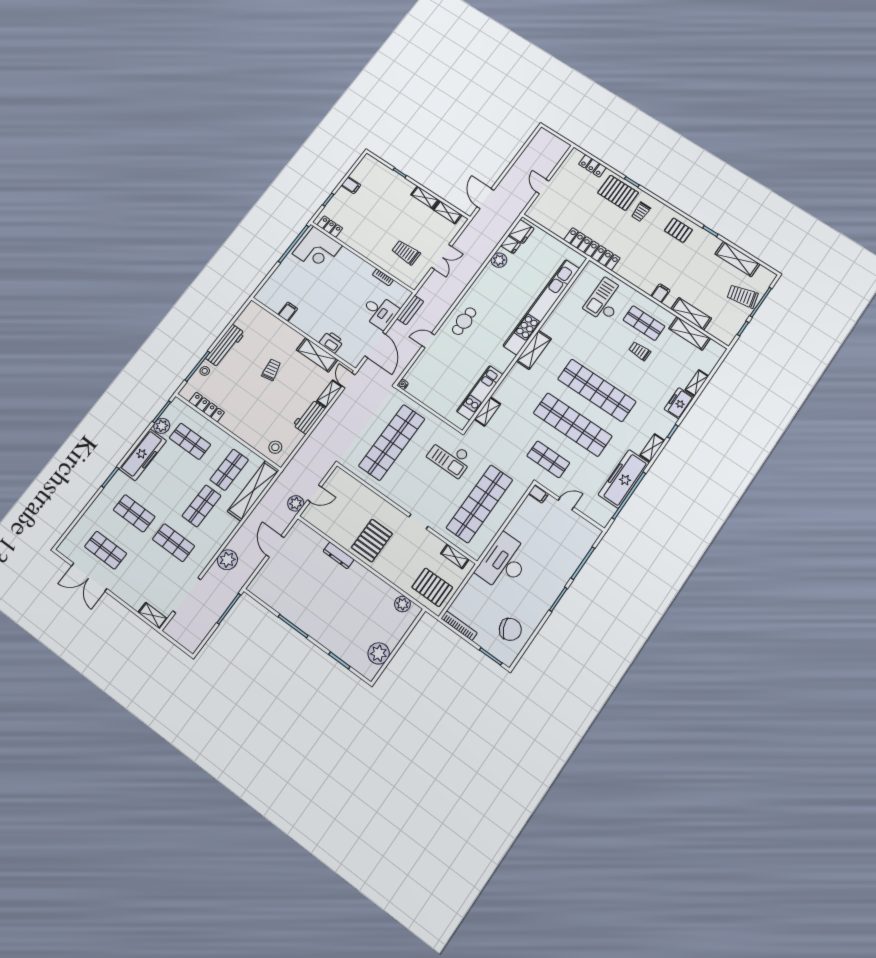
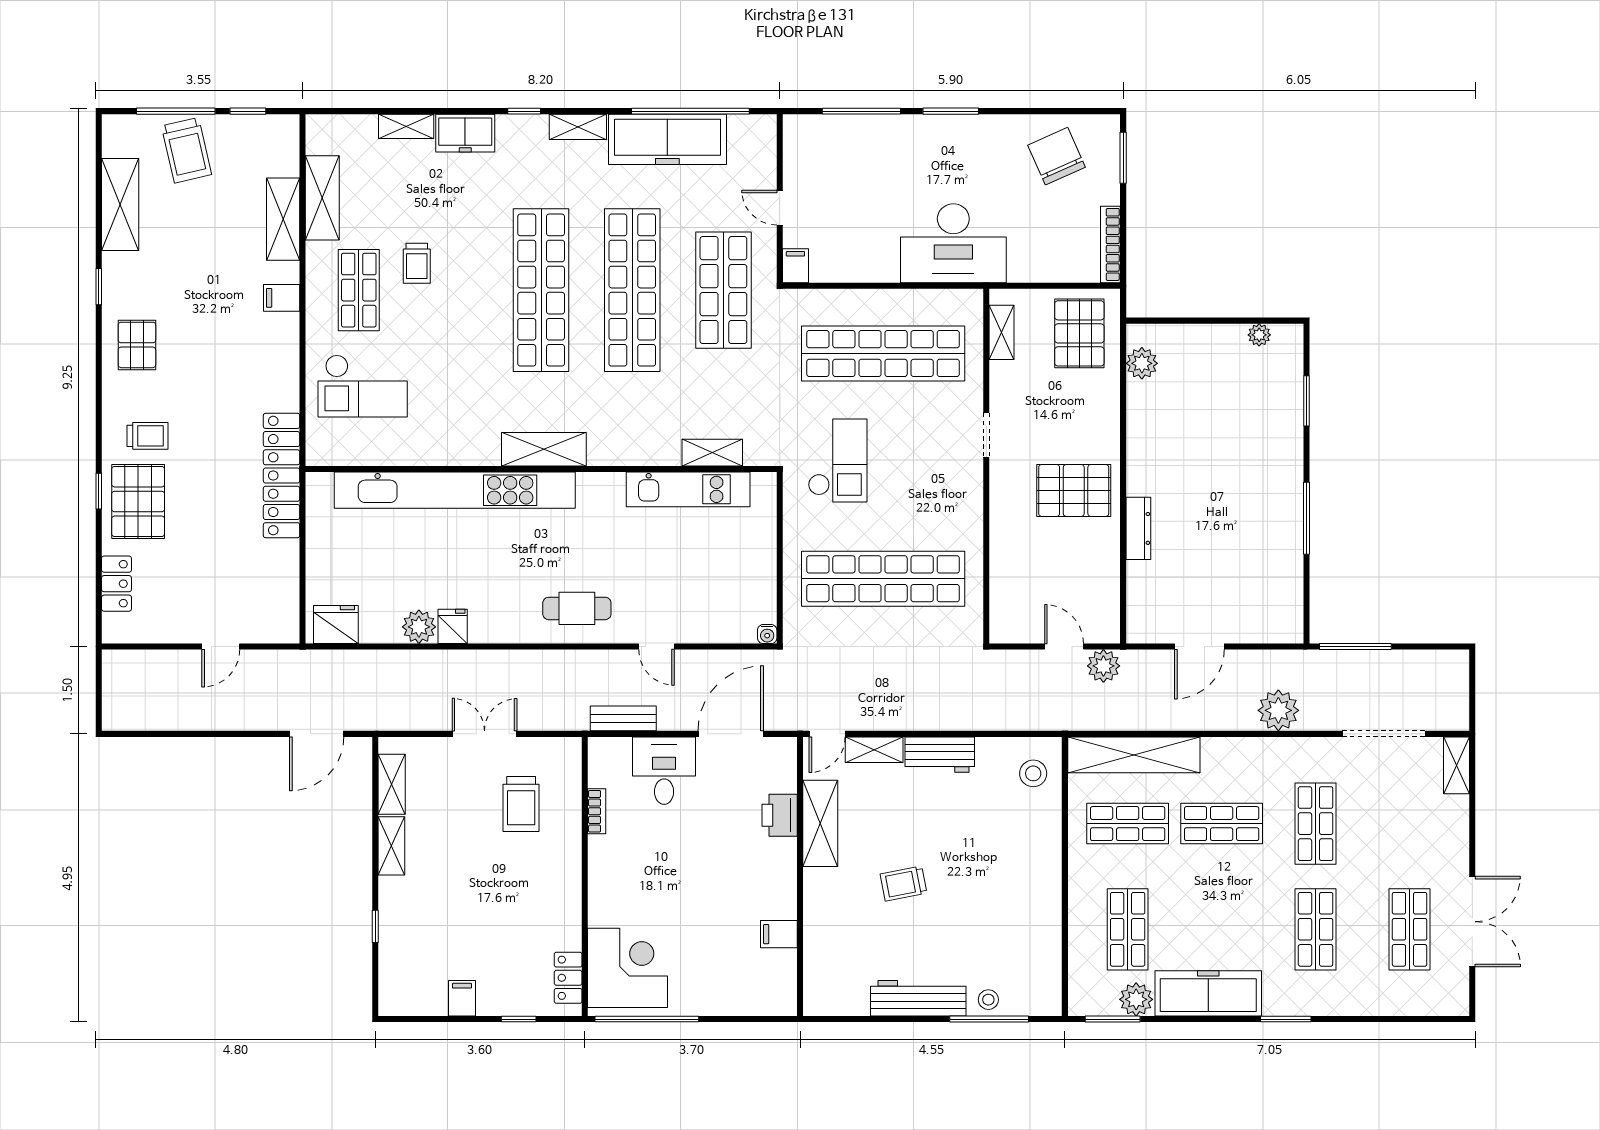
fridge: (511, 245) -> (453, 626), moved
locker: (207, 407) -> (1049, 947), removed
shop shelf: (548, 459) -> (723, 290), width x1.43, depth x1.36
plant: (379, 653) -> (1259, 335), width x0.53, depth x0.53

